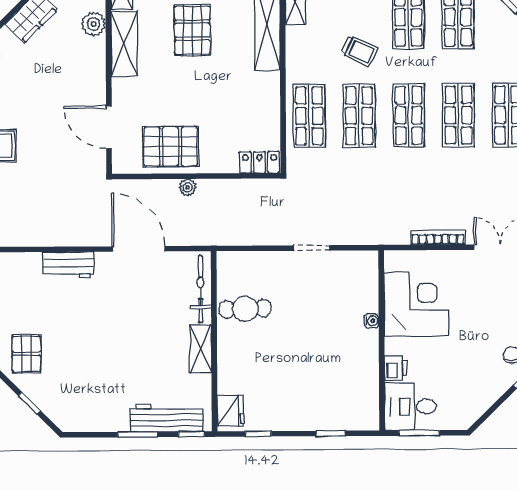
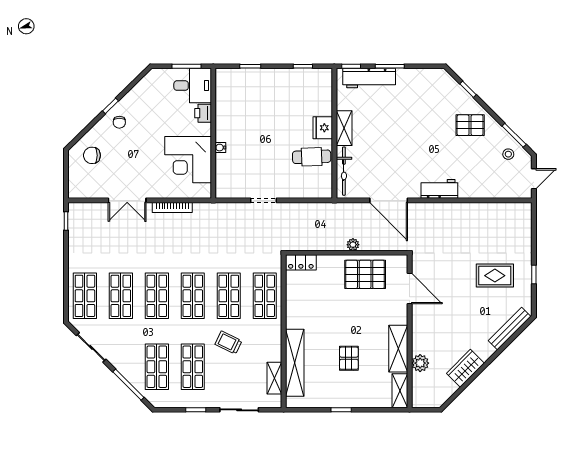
pallet: (192, 30) -> (349, 358), width x0.67, depth x0.71
pallet: (26, 354) -> (470, 125), turned 90
fridge: (230, 411) -> (323, 128), moved

